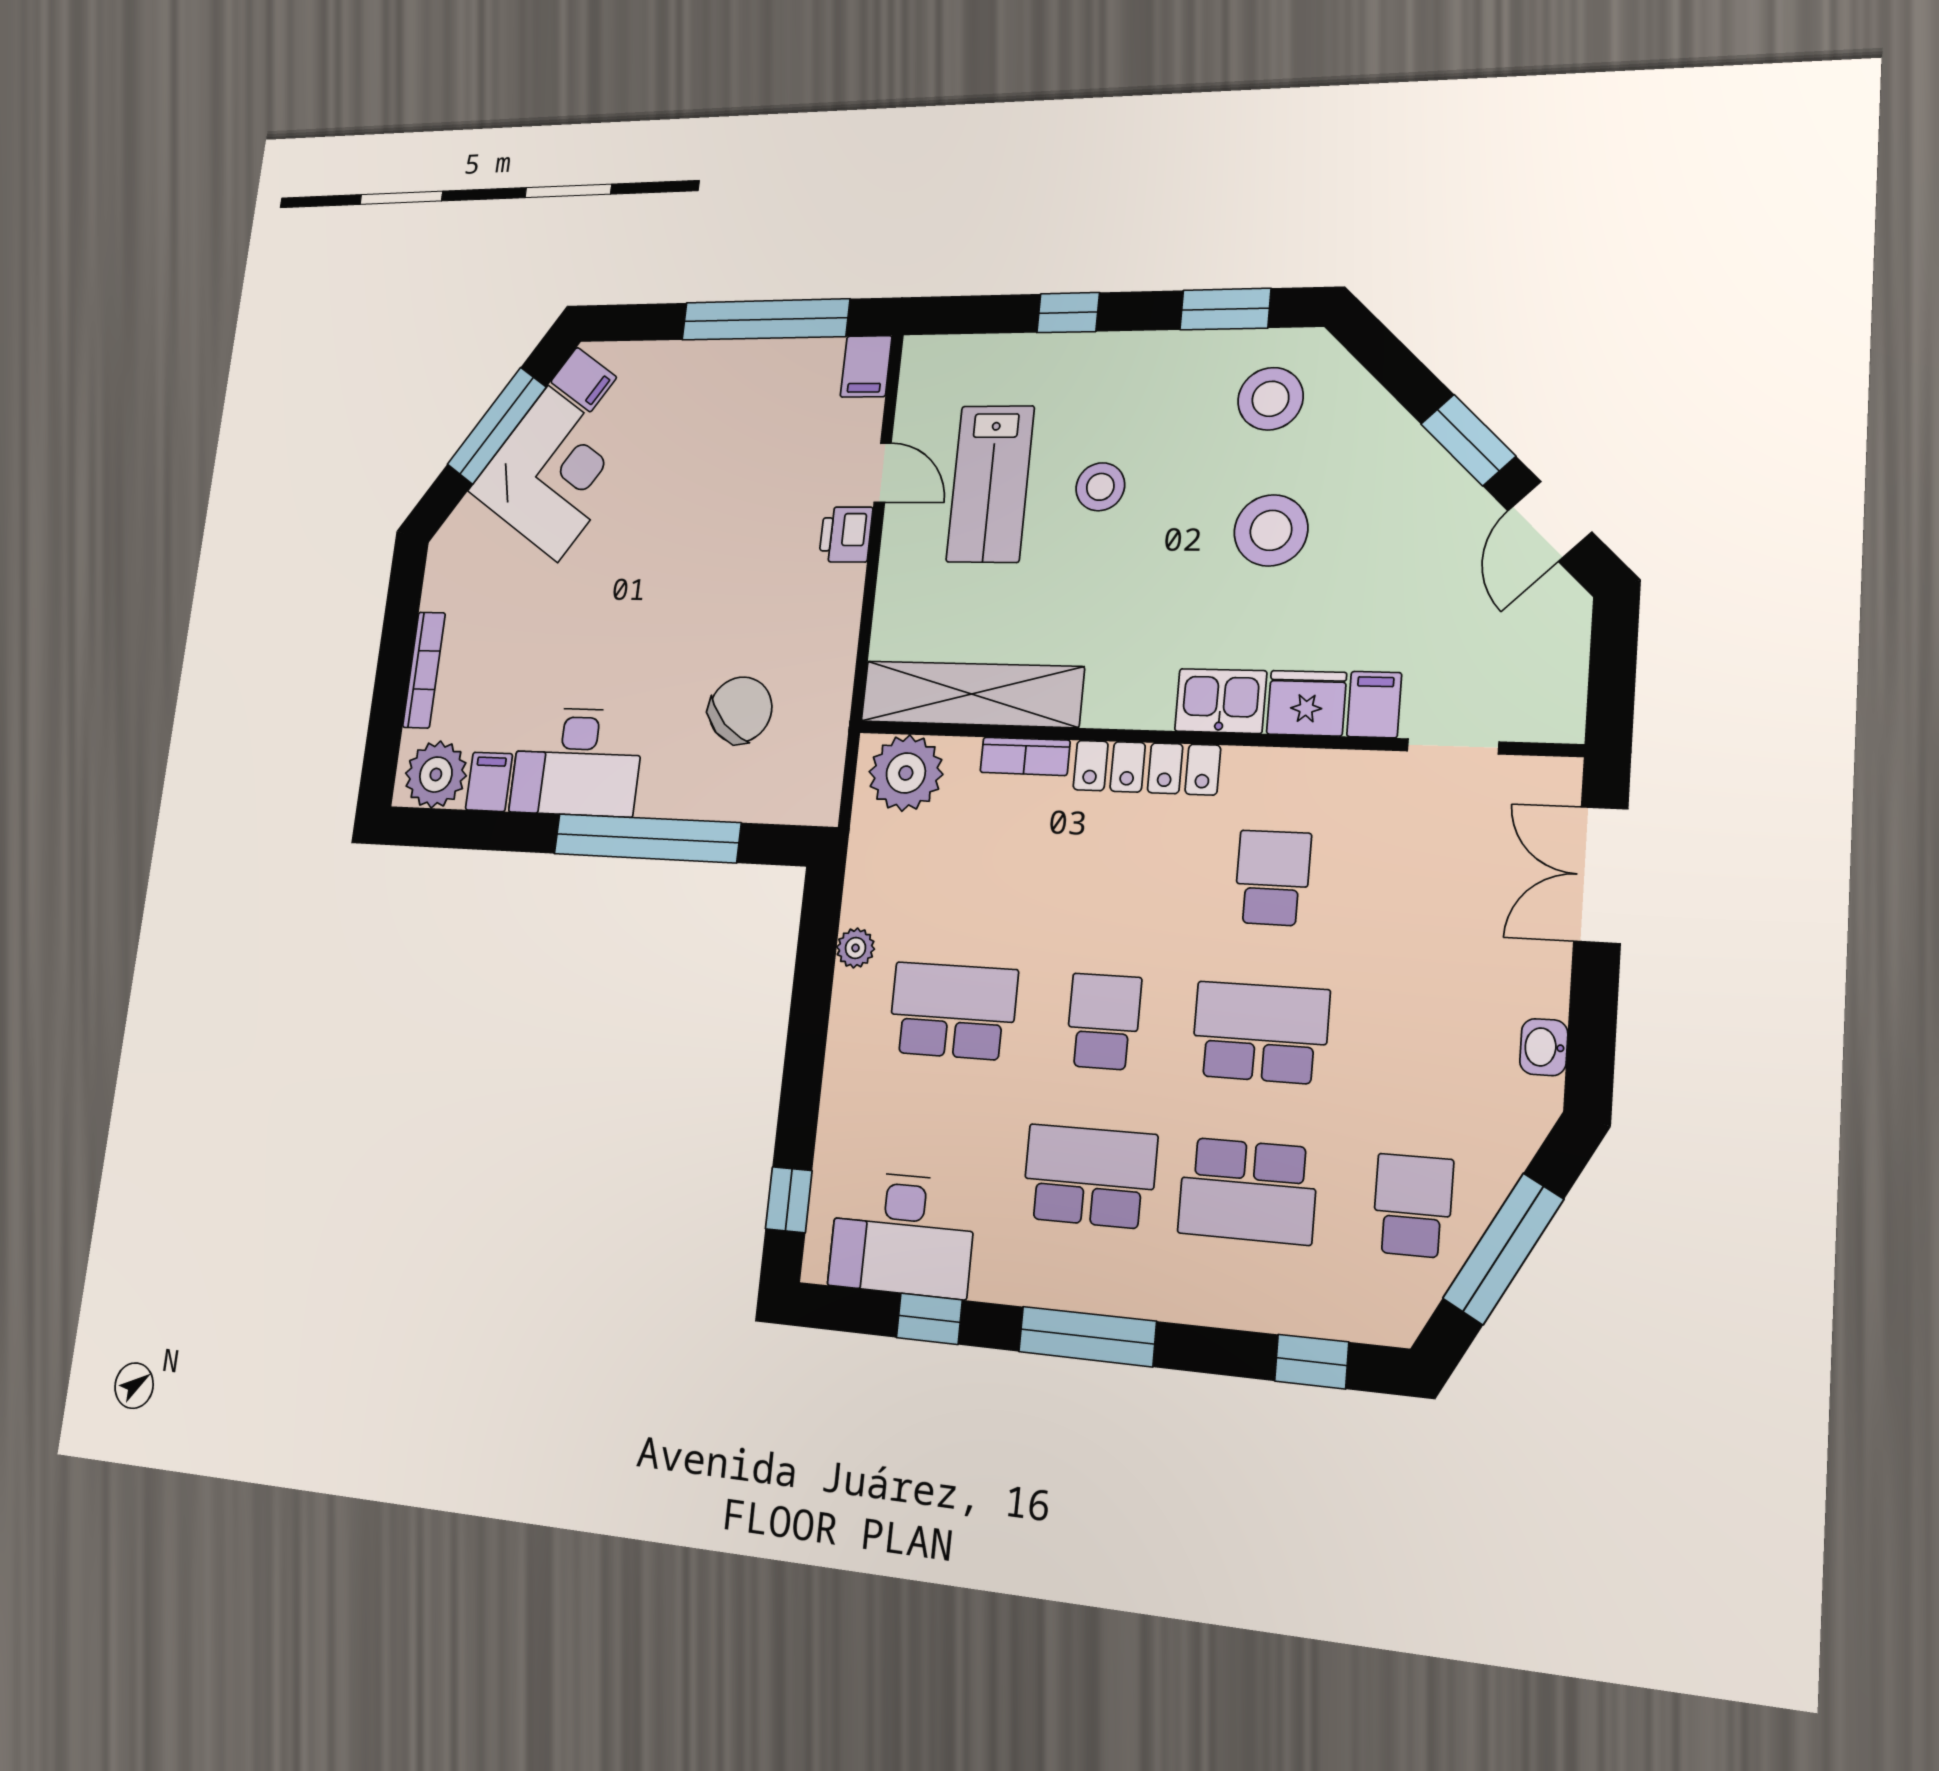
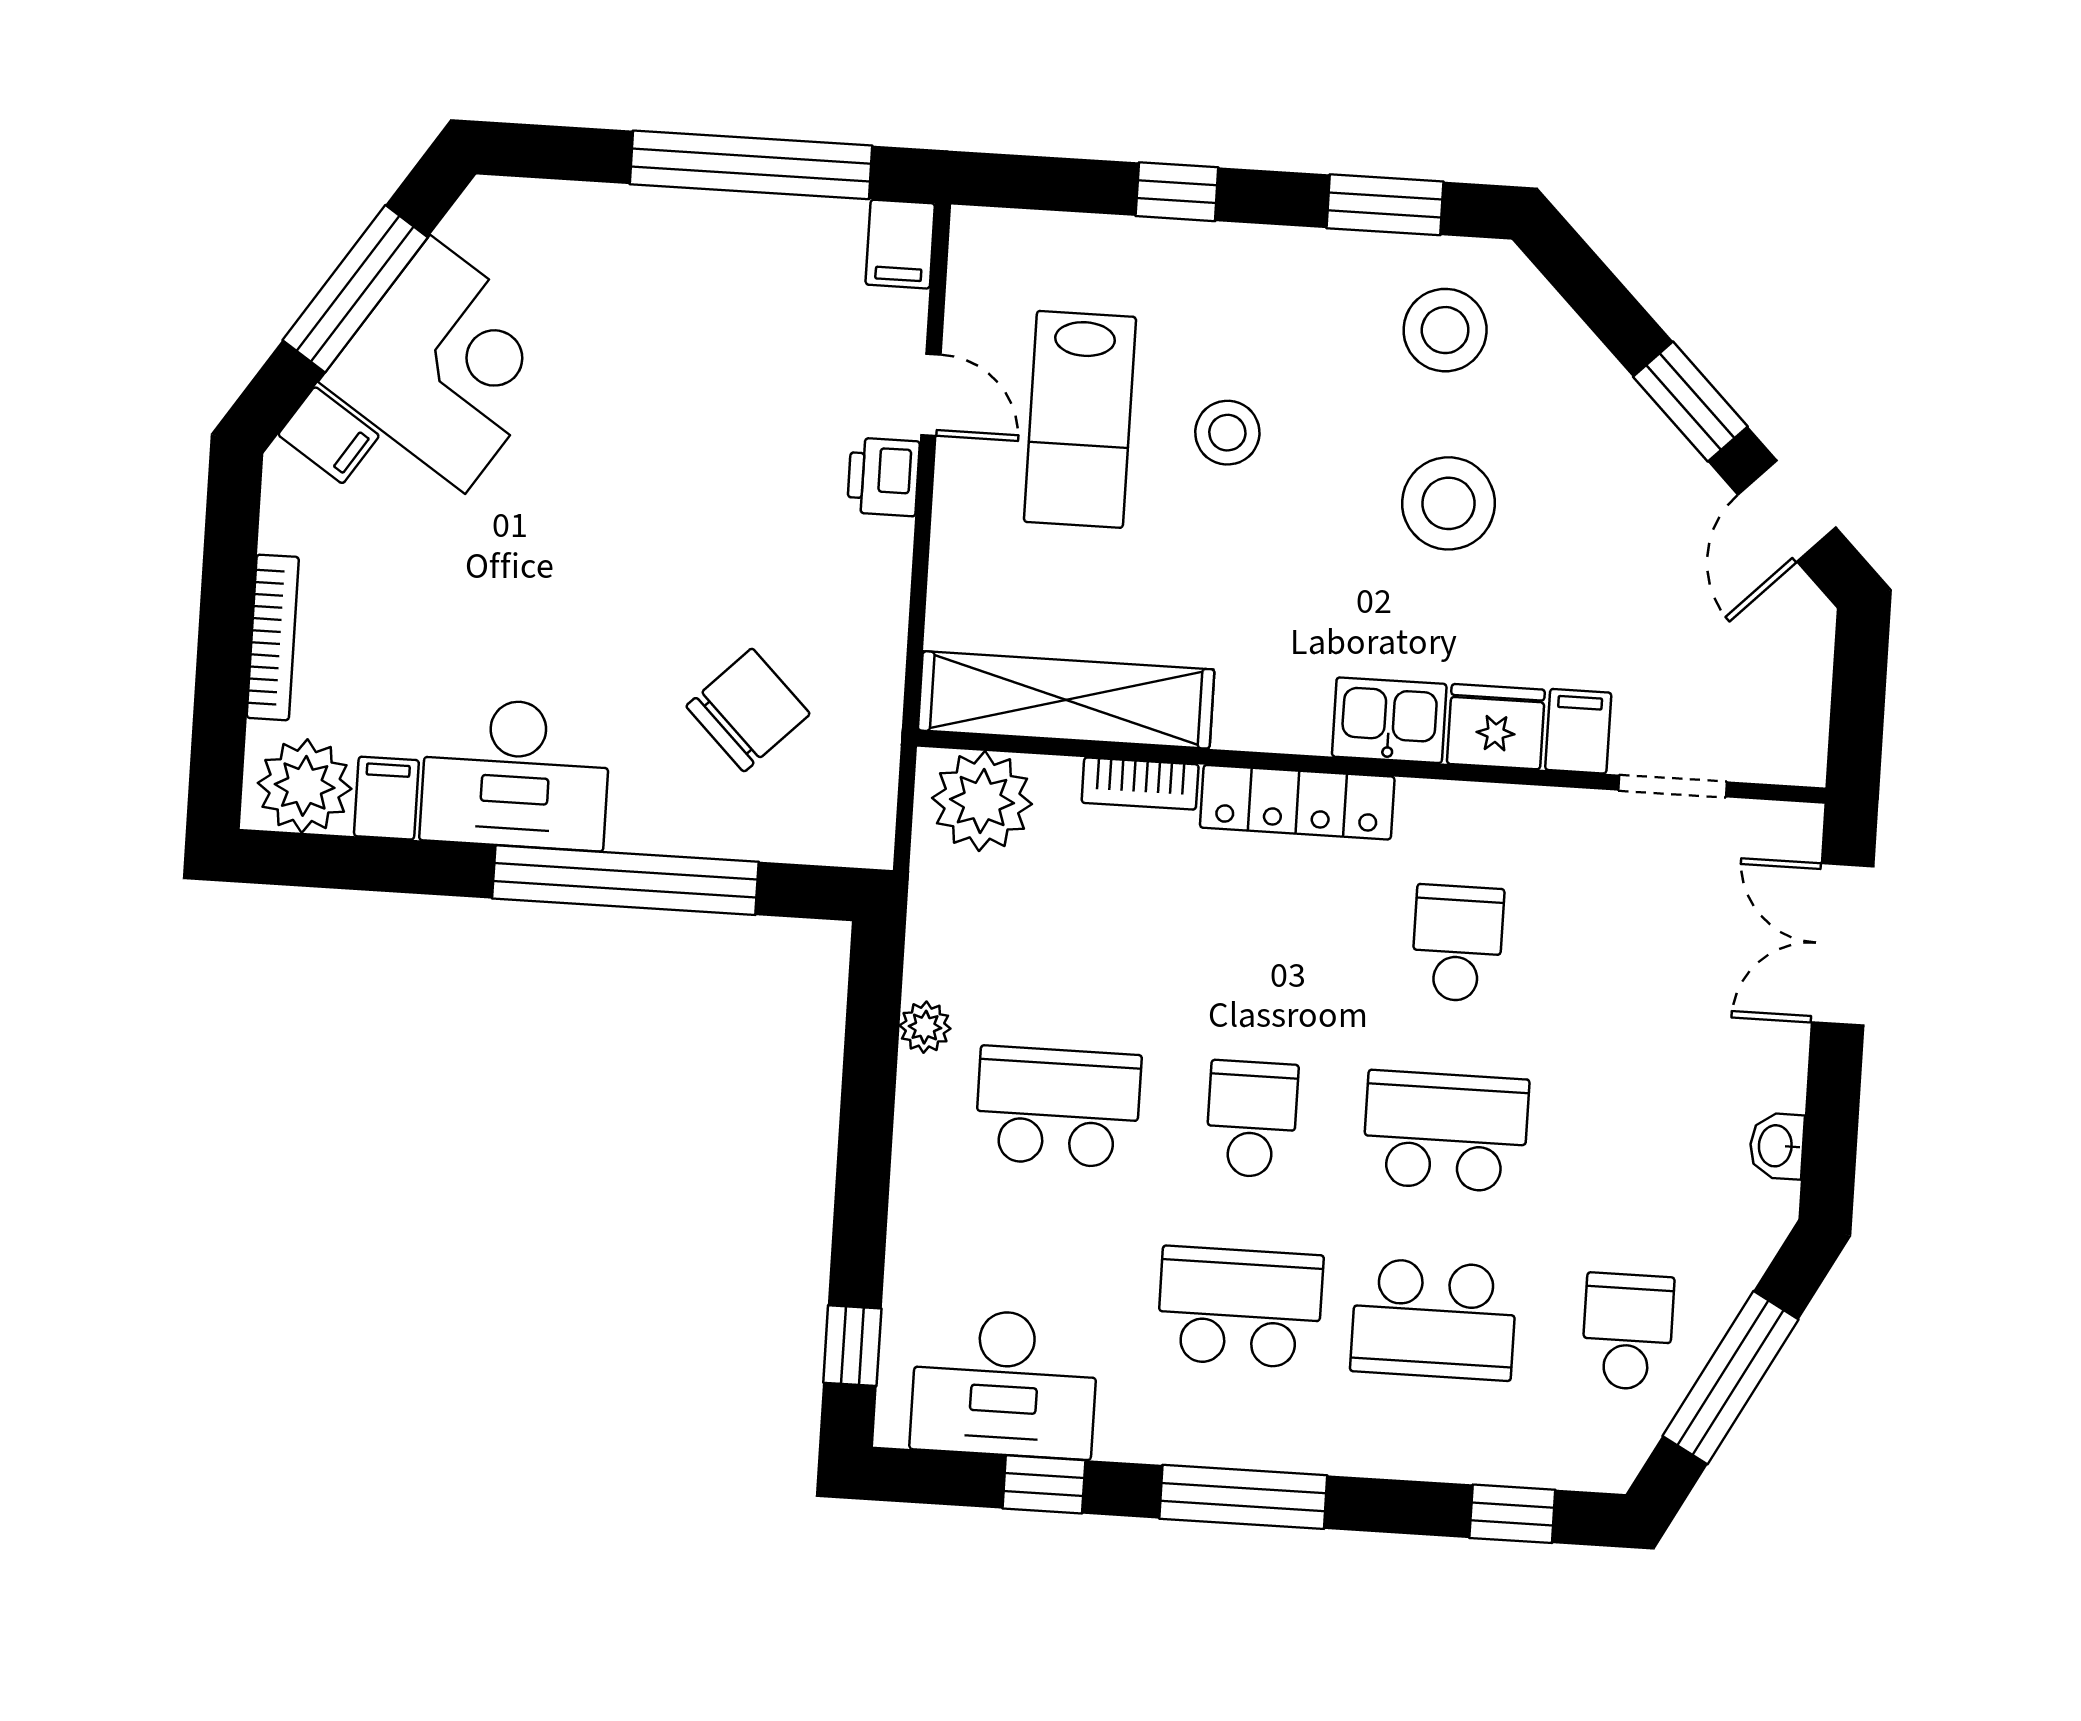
filing cabinet: (584, 380) -> (329, 435), moved

